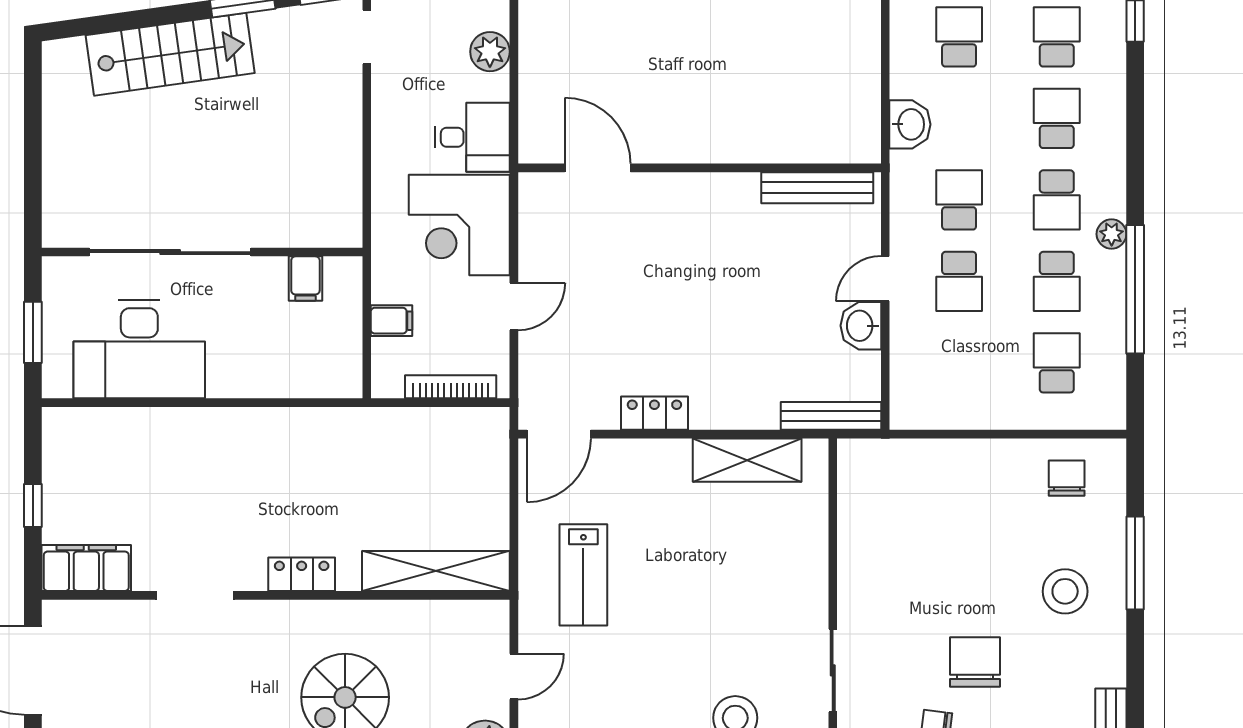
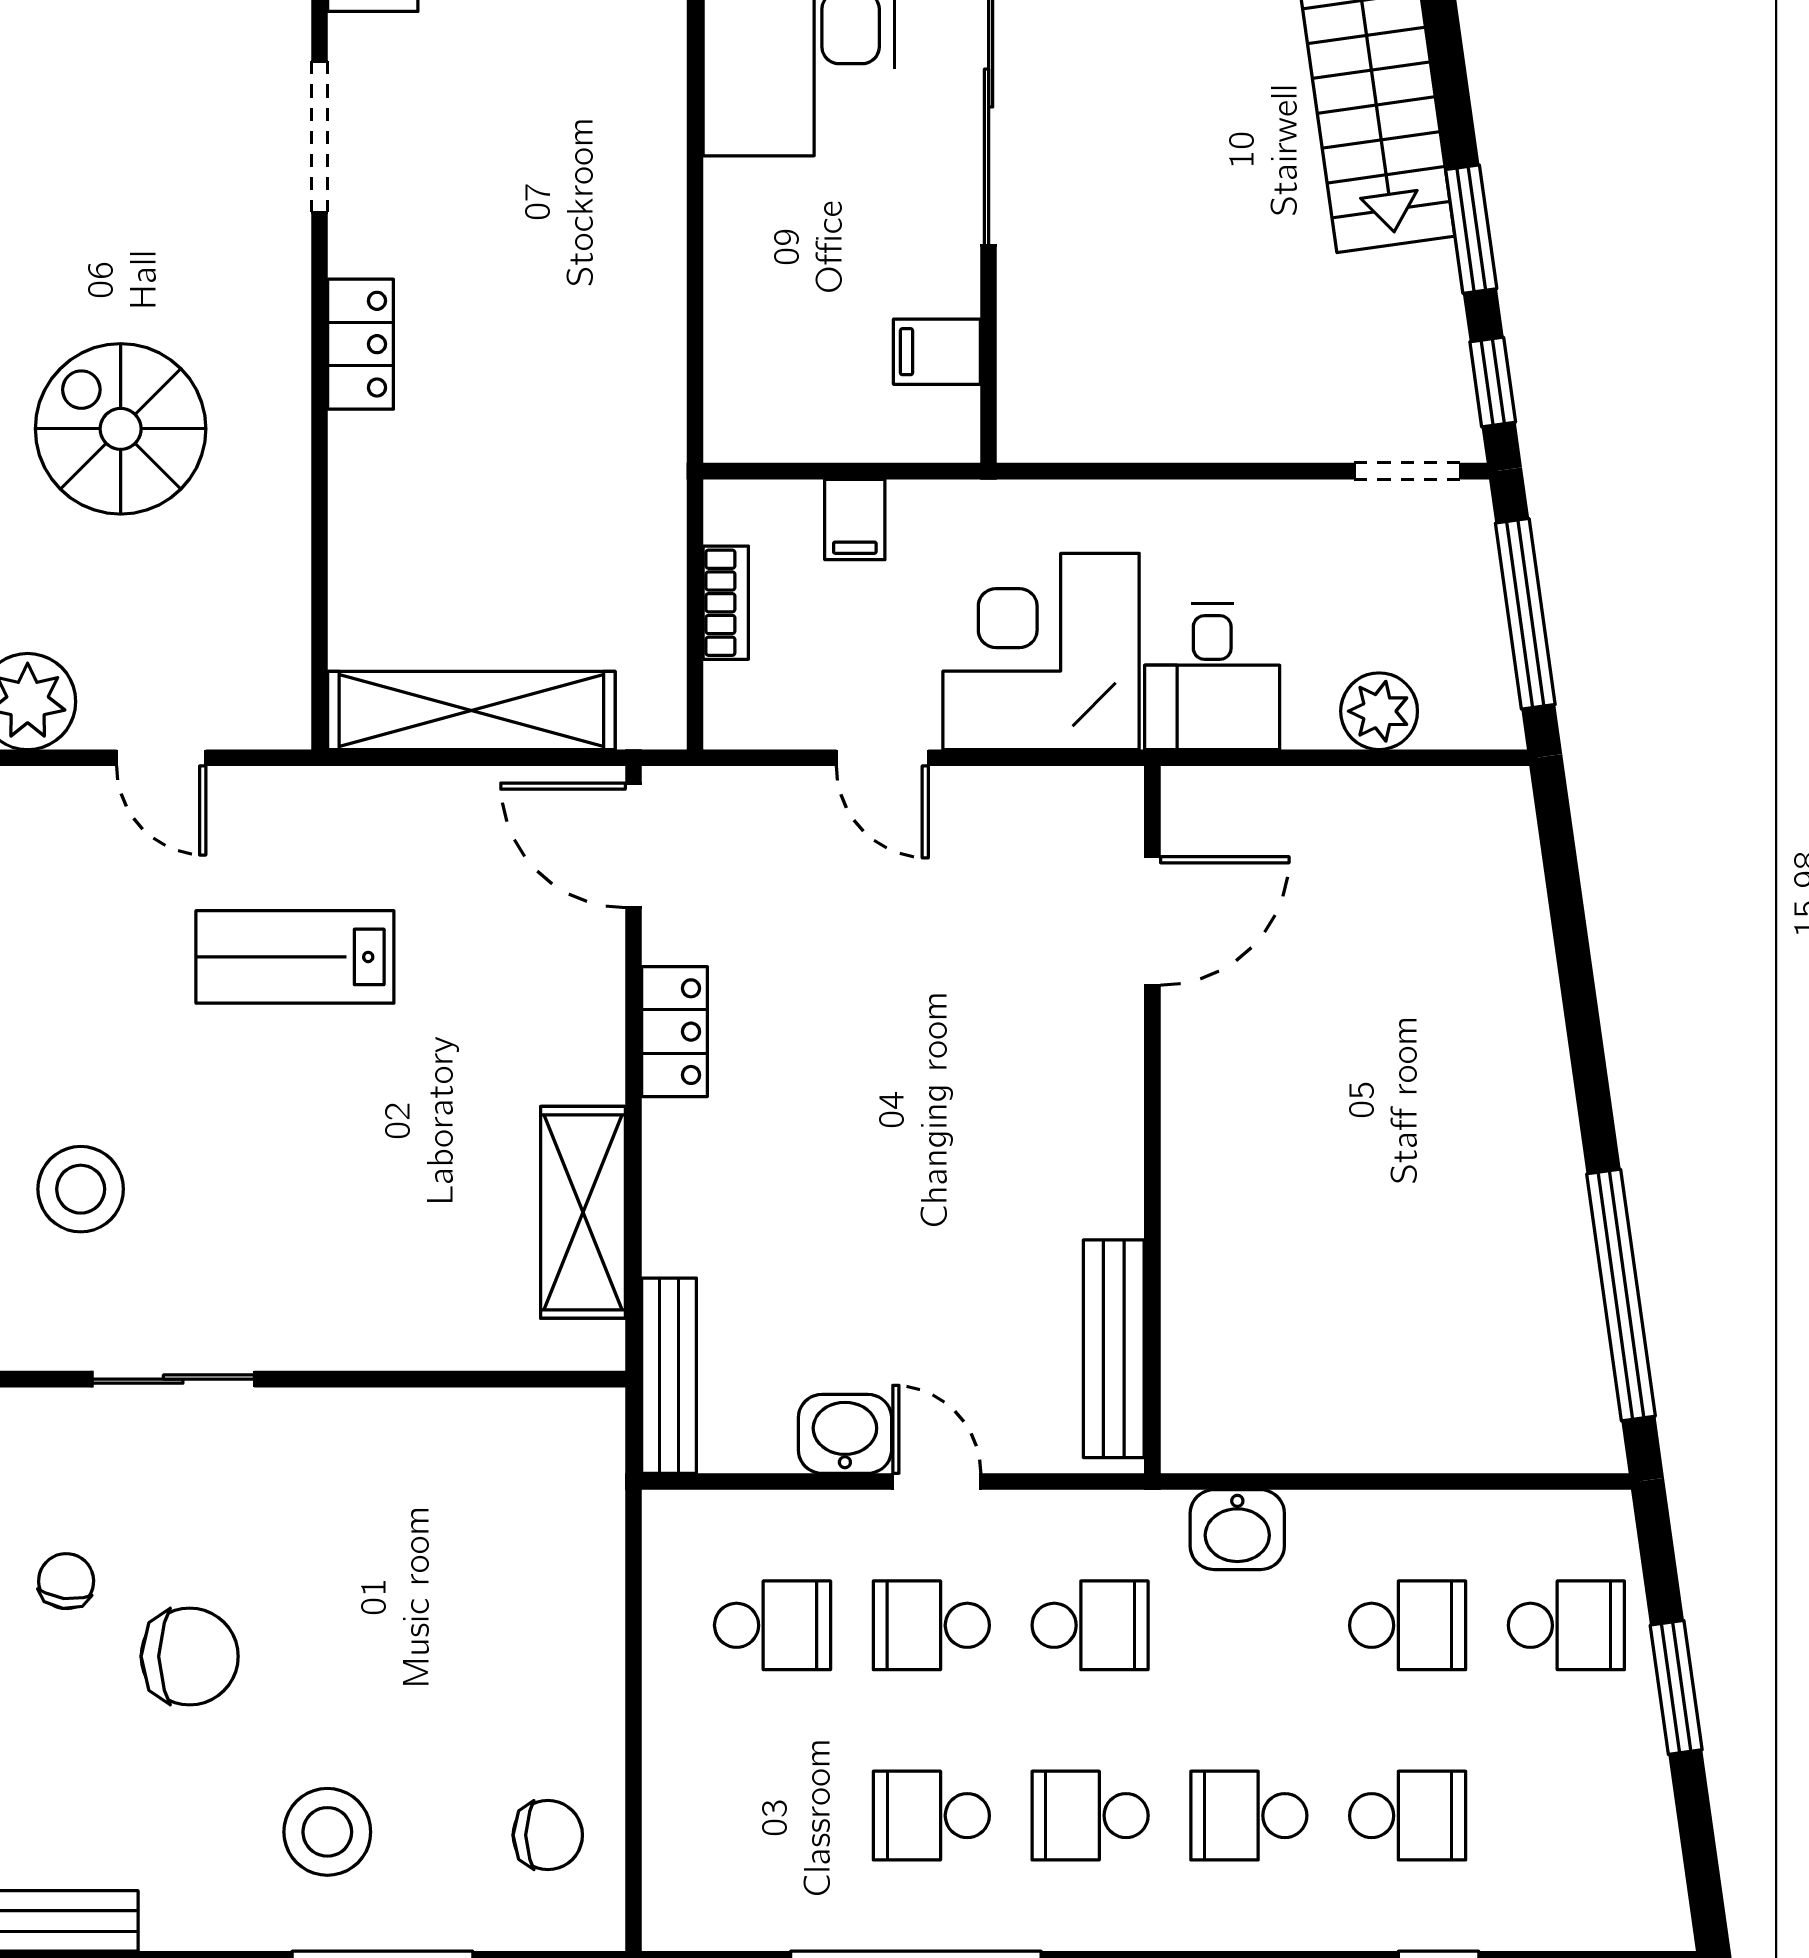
school desk: (1057, 118) -> (1249, 1816), turned 180
plant: (1112, 234) -> (1024, 1922), removed
school desk: (1057, 363) -> (773, 1625), moved
bookcase: (451, 387) -> (726, 603), width x0.64
shelving: (436, 571) -> (471, 710), moved, turned 90
lab bench: (583, 575) -> (295, 957), moved

